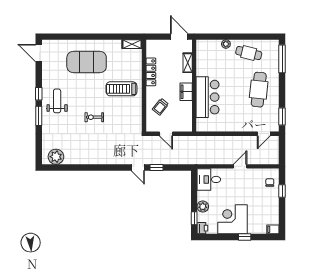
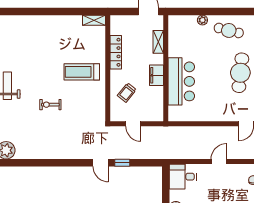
exercise mat: (87, 62) -> (42, 41), removed

